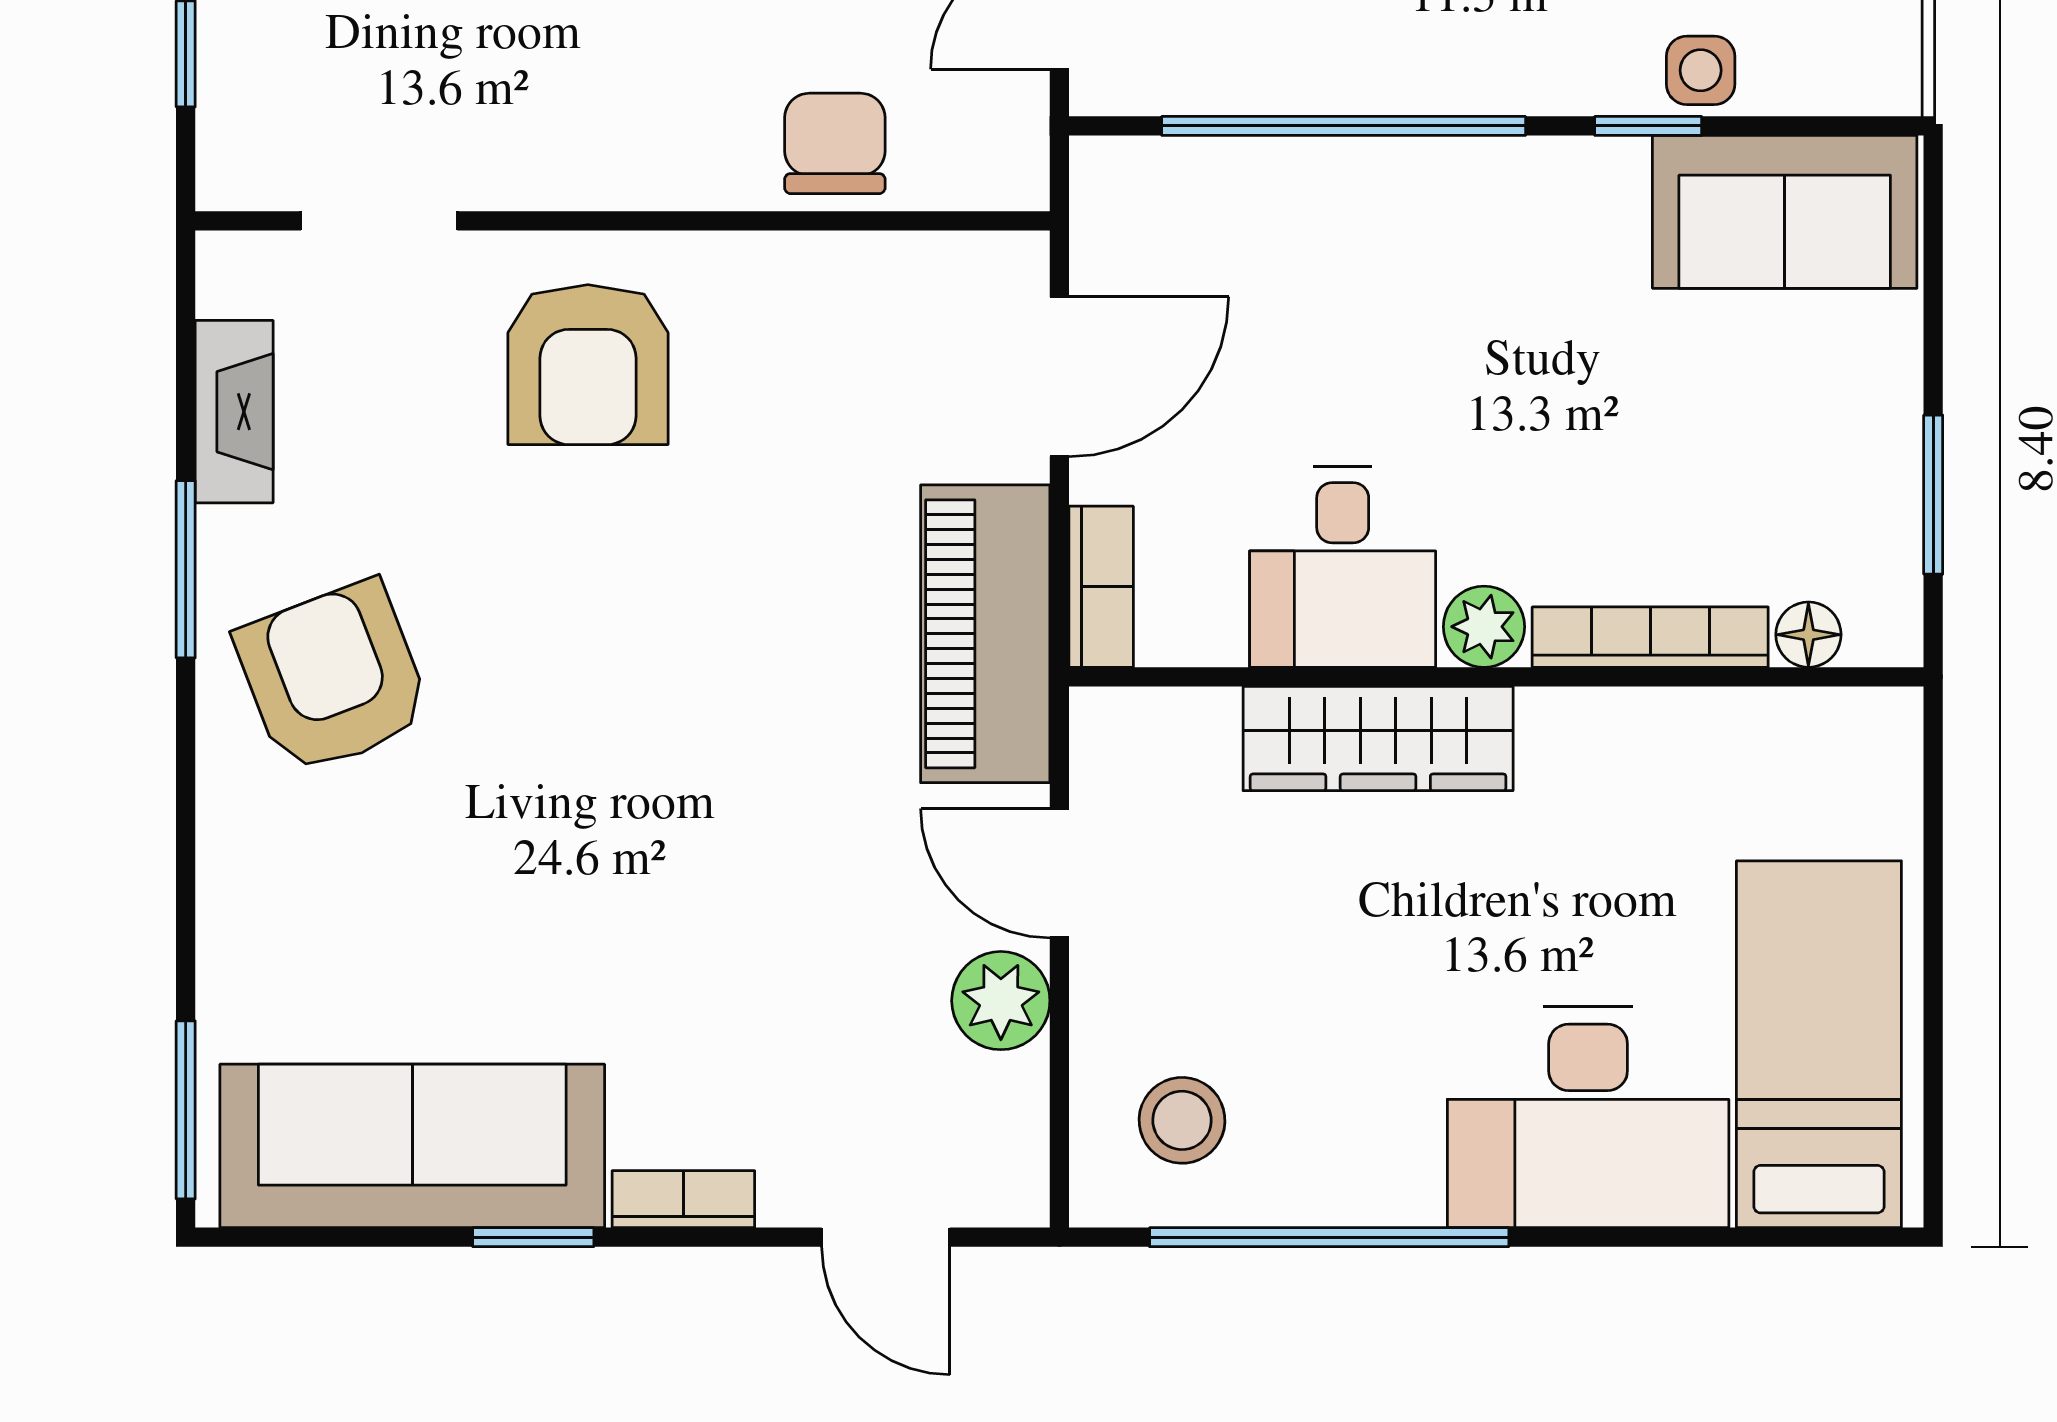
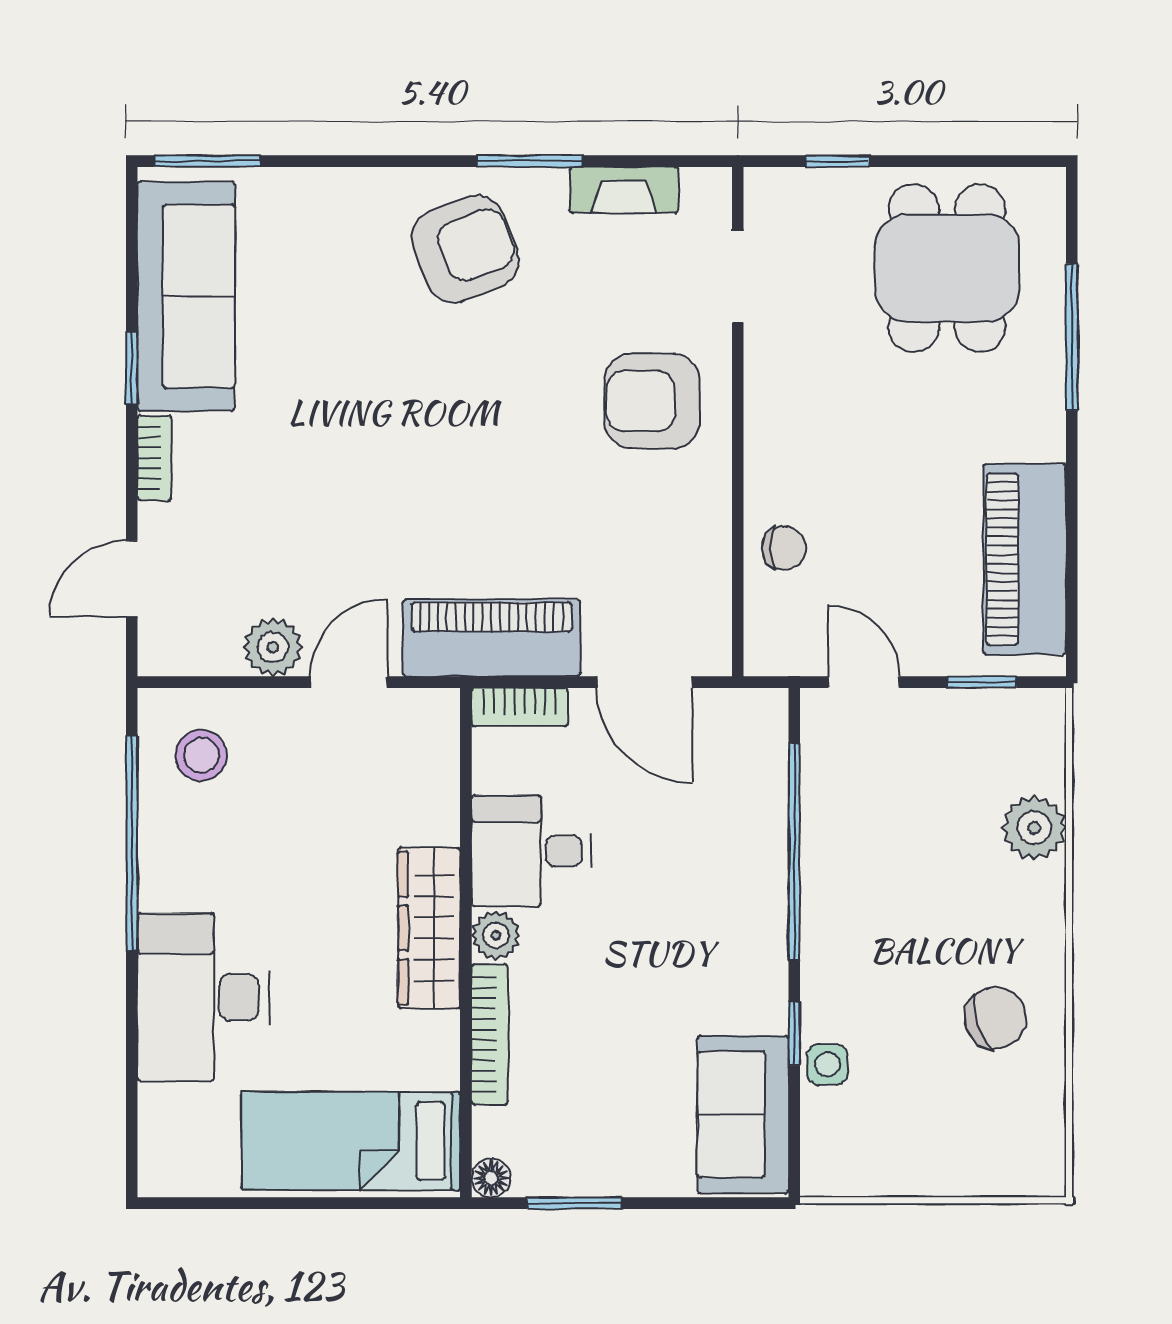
chair: (835, 143) -> (784, 548), width x0.73, depth x0.73
floor lamp: (1808, 635) -> (491, 1178), moved
wardrobe: (1378, 739) -> (429, 928), moved
bed: (1819, 1044) -> (351, 1141), moved, turned 180

